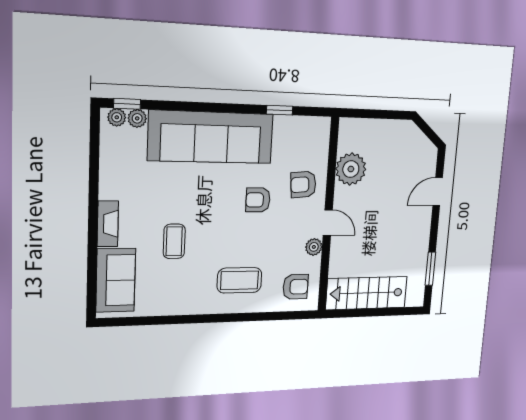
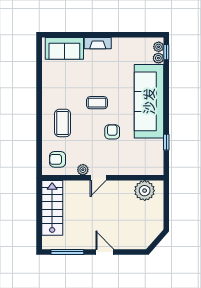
plant: (351, 169) -> (145, 191), moved
armchair: (303, 184) -> (122, 160), removed
door: (438, 192) -> (105, 252), moved
coffee table: (174, 241) -> (97, 103), moved
window: (430, 269) -> (67, 252), width x1.44
armchair: (296, 287) -> (58, 159), turned 90

